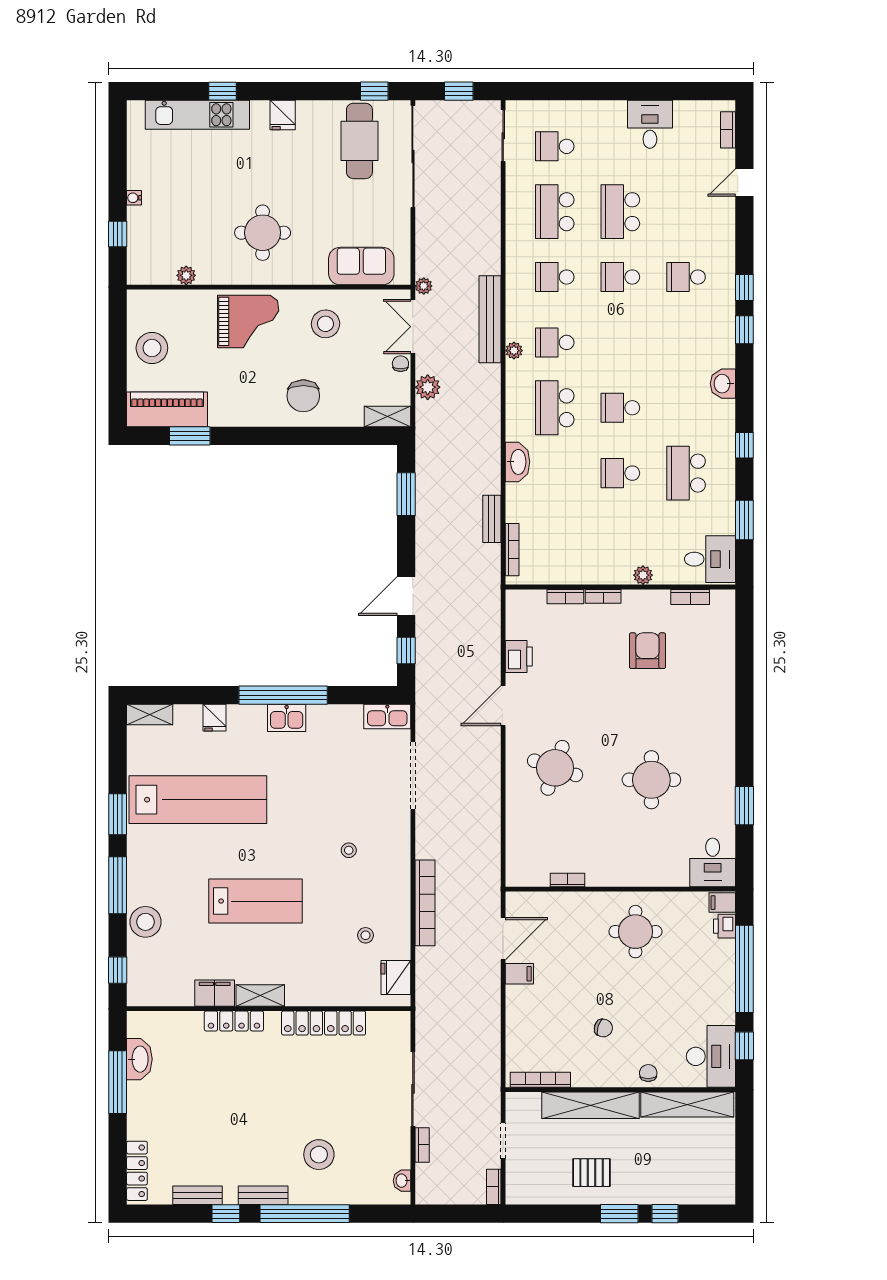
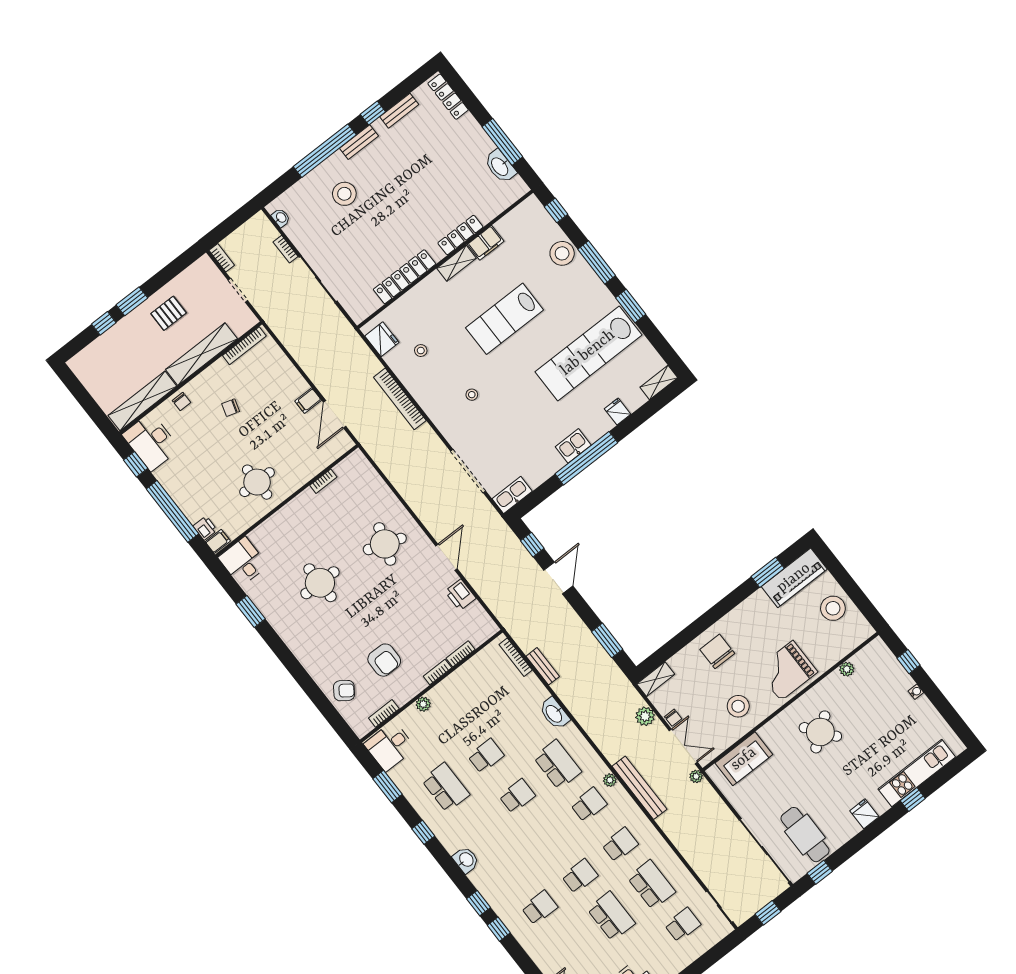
round table: (263, 233) -> (820, 732), turned -37
armchair: (712, 652) -> (344, 691), added

